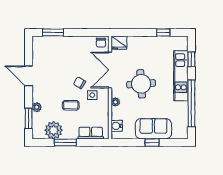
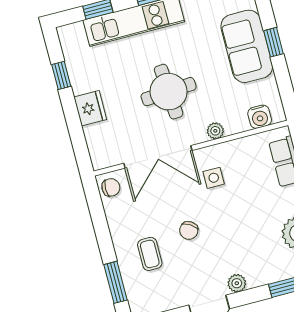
fridge: (119, 43) -> (90, 108), moved
chair: (79, 83) -> (189, 230), moved
coffee table: (71, 105) -> (150, 254), moved
plant: (37, 107) -> (237, 283), moved

